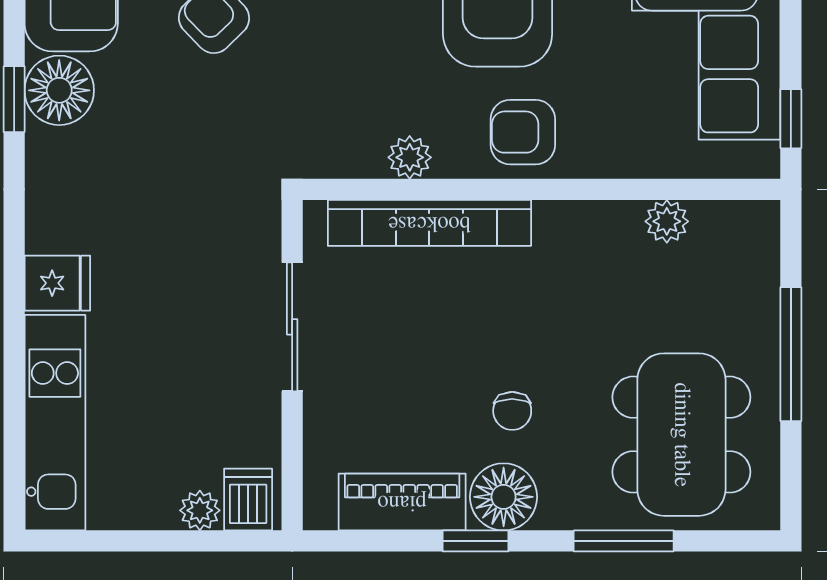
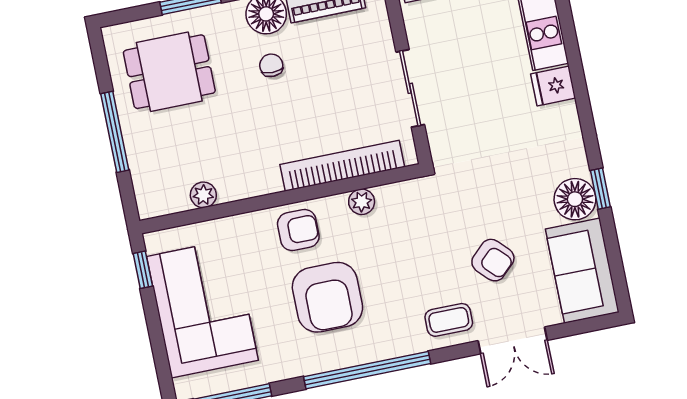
dining table: (681, 435) -> (169, 72), width x0.73

